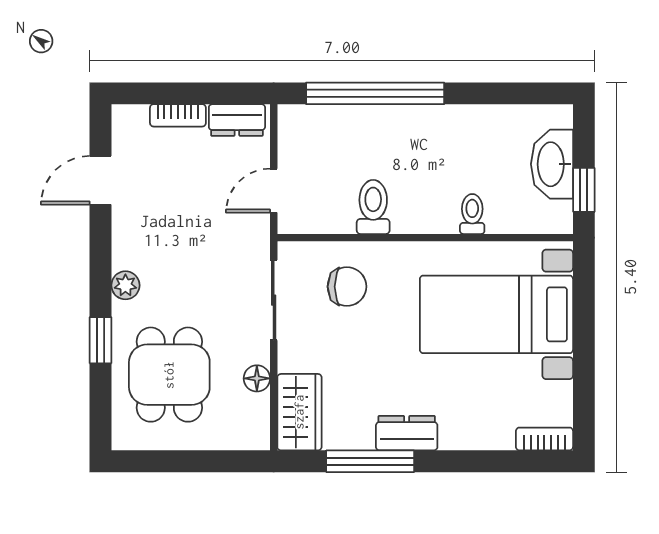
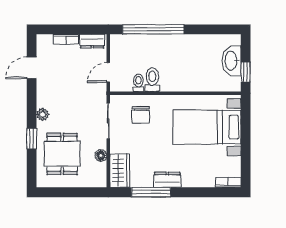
toilet: (472, 214) -> (138, 83), moved
chair: (347, 287) -> (141, 115), turned 90

